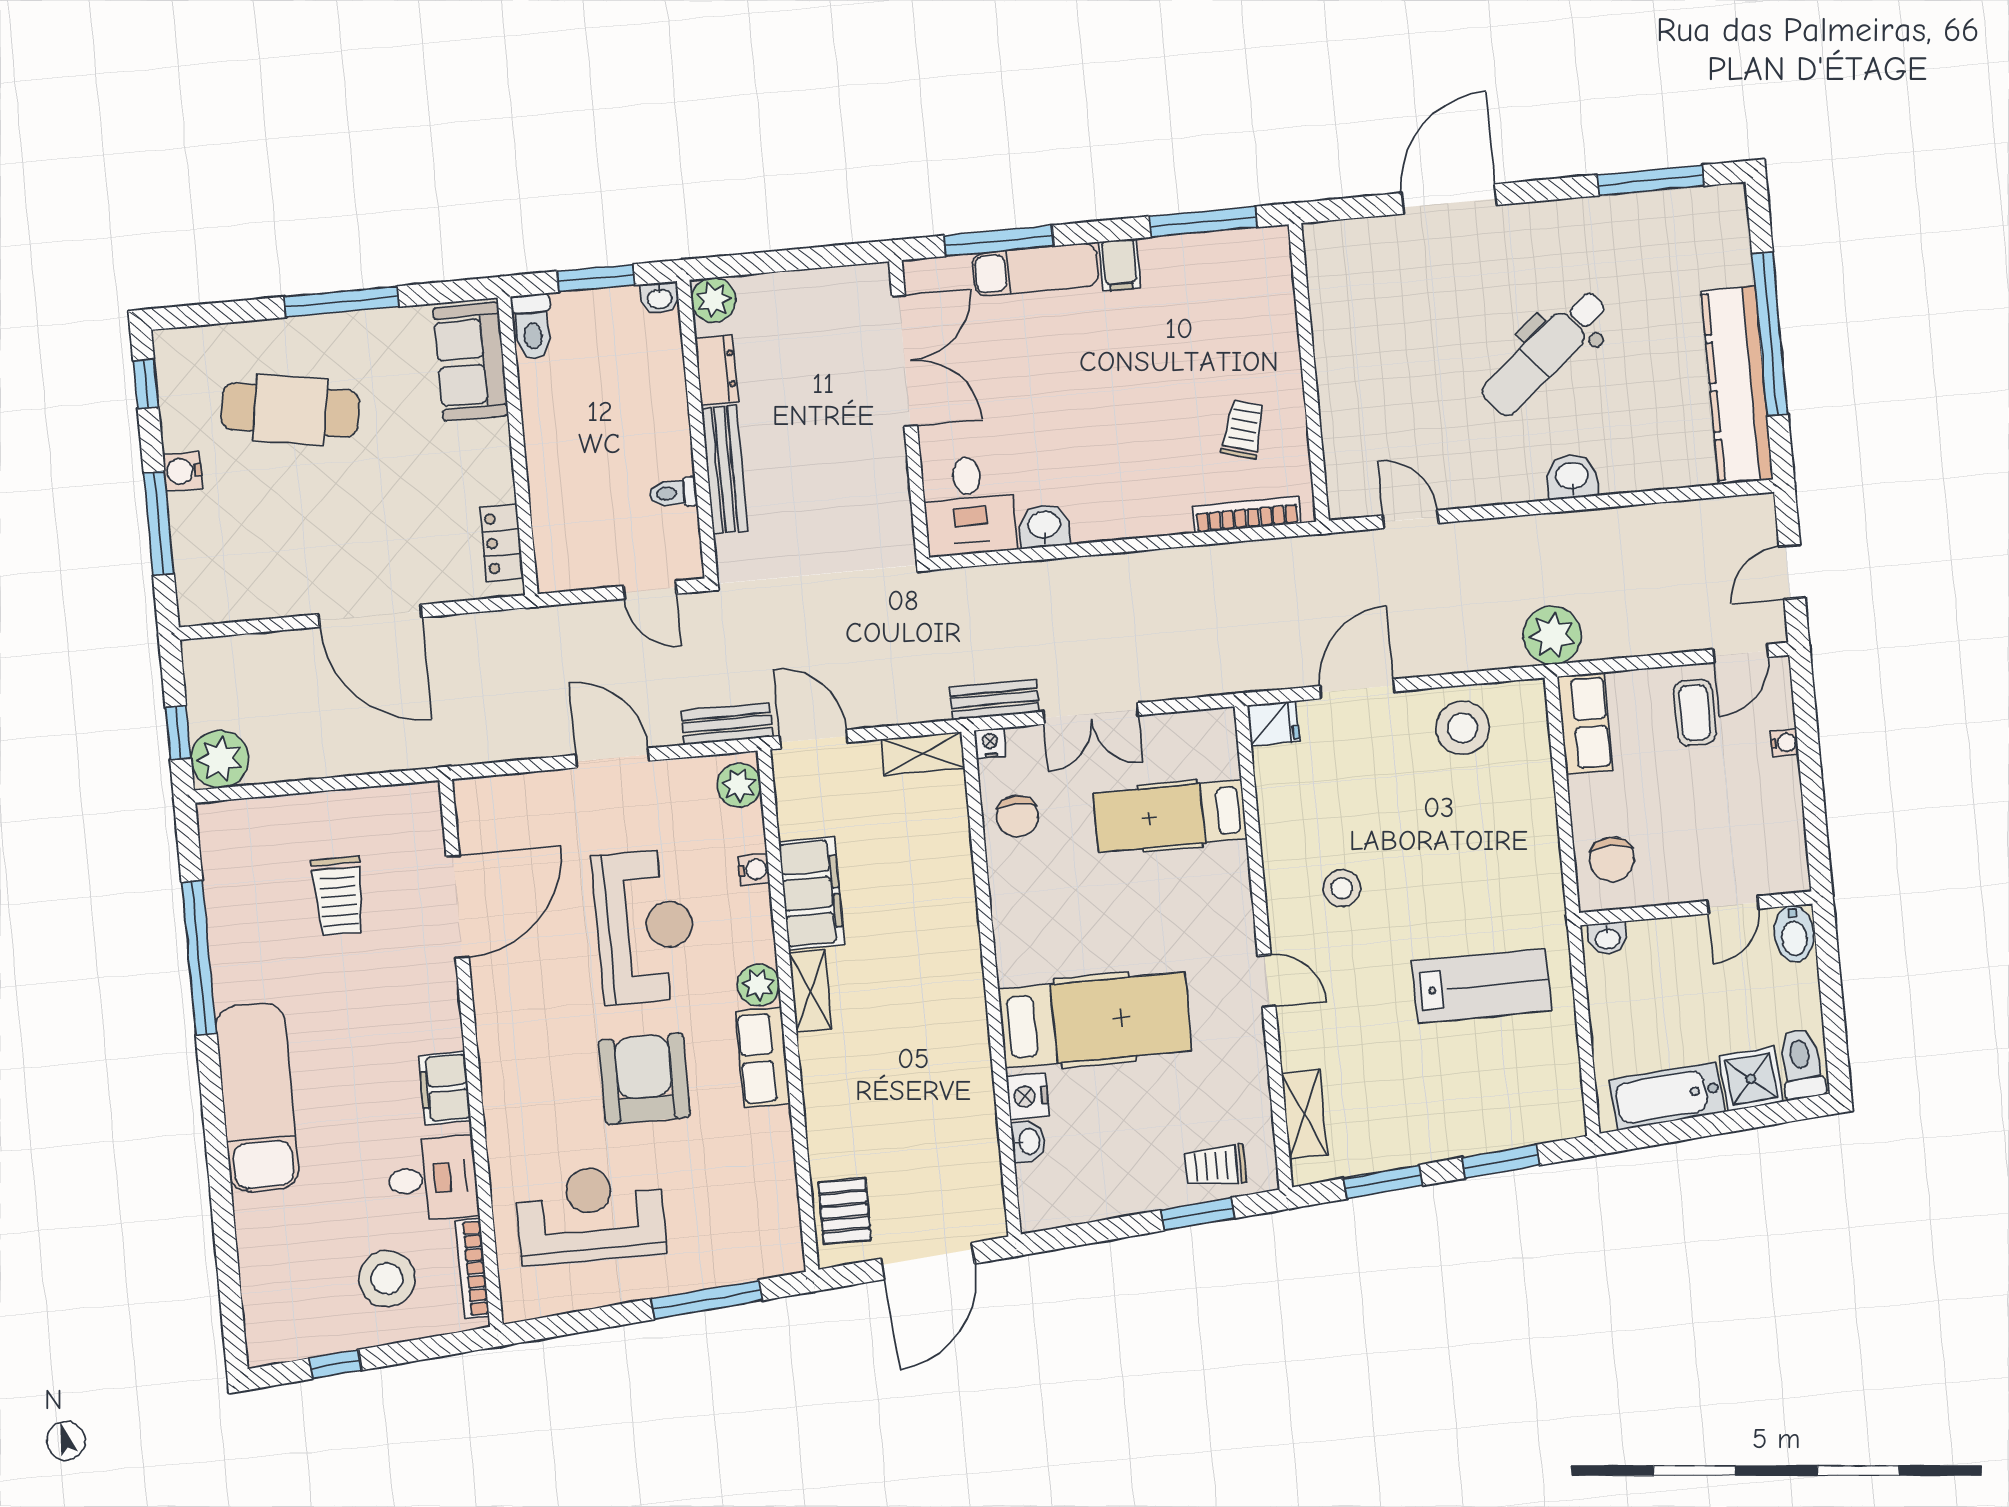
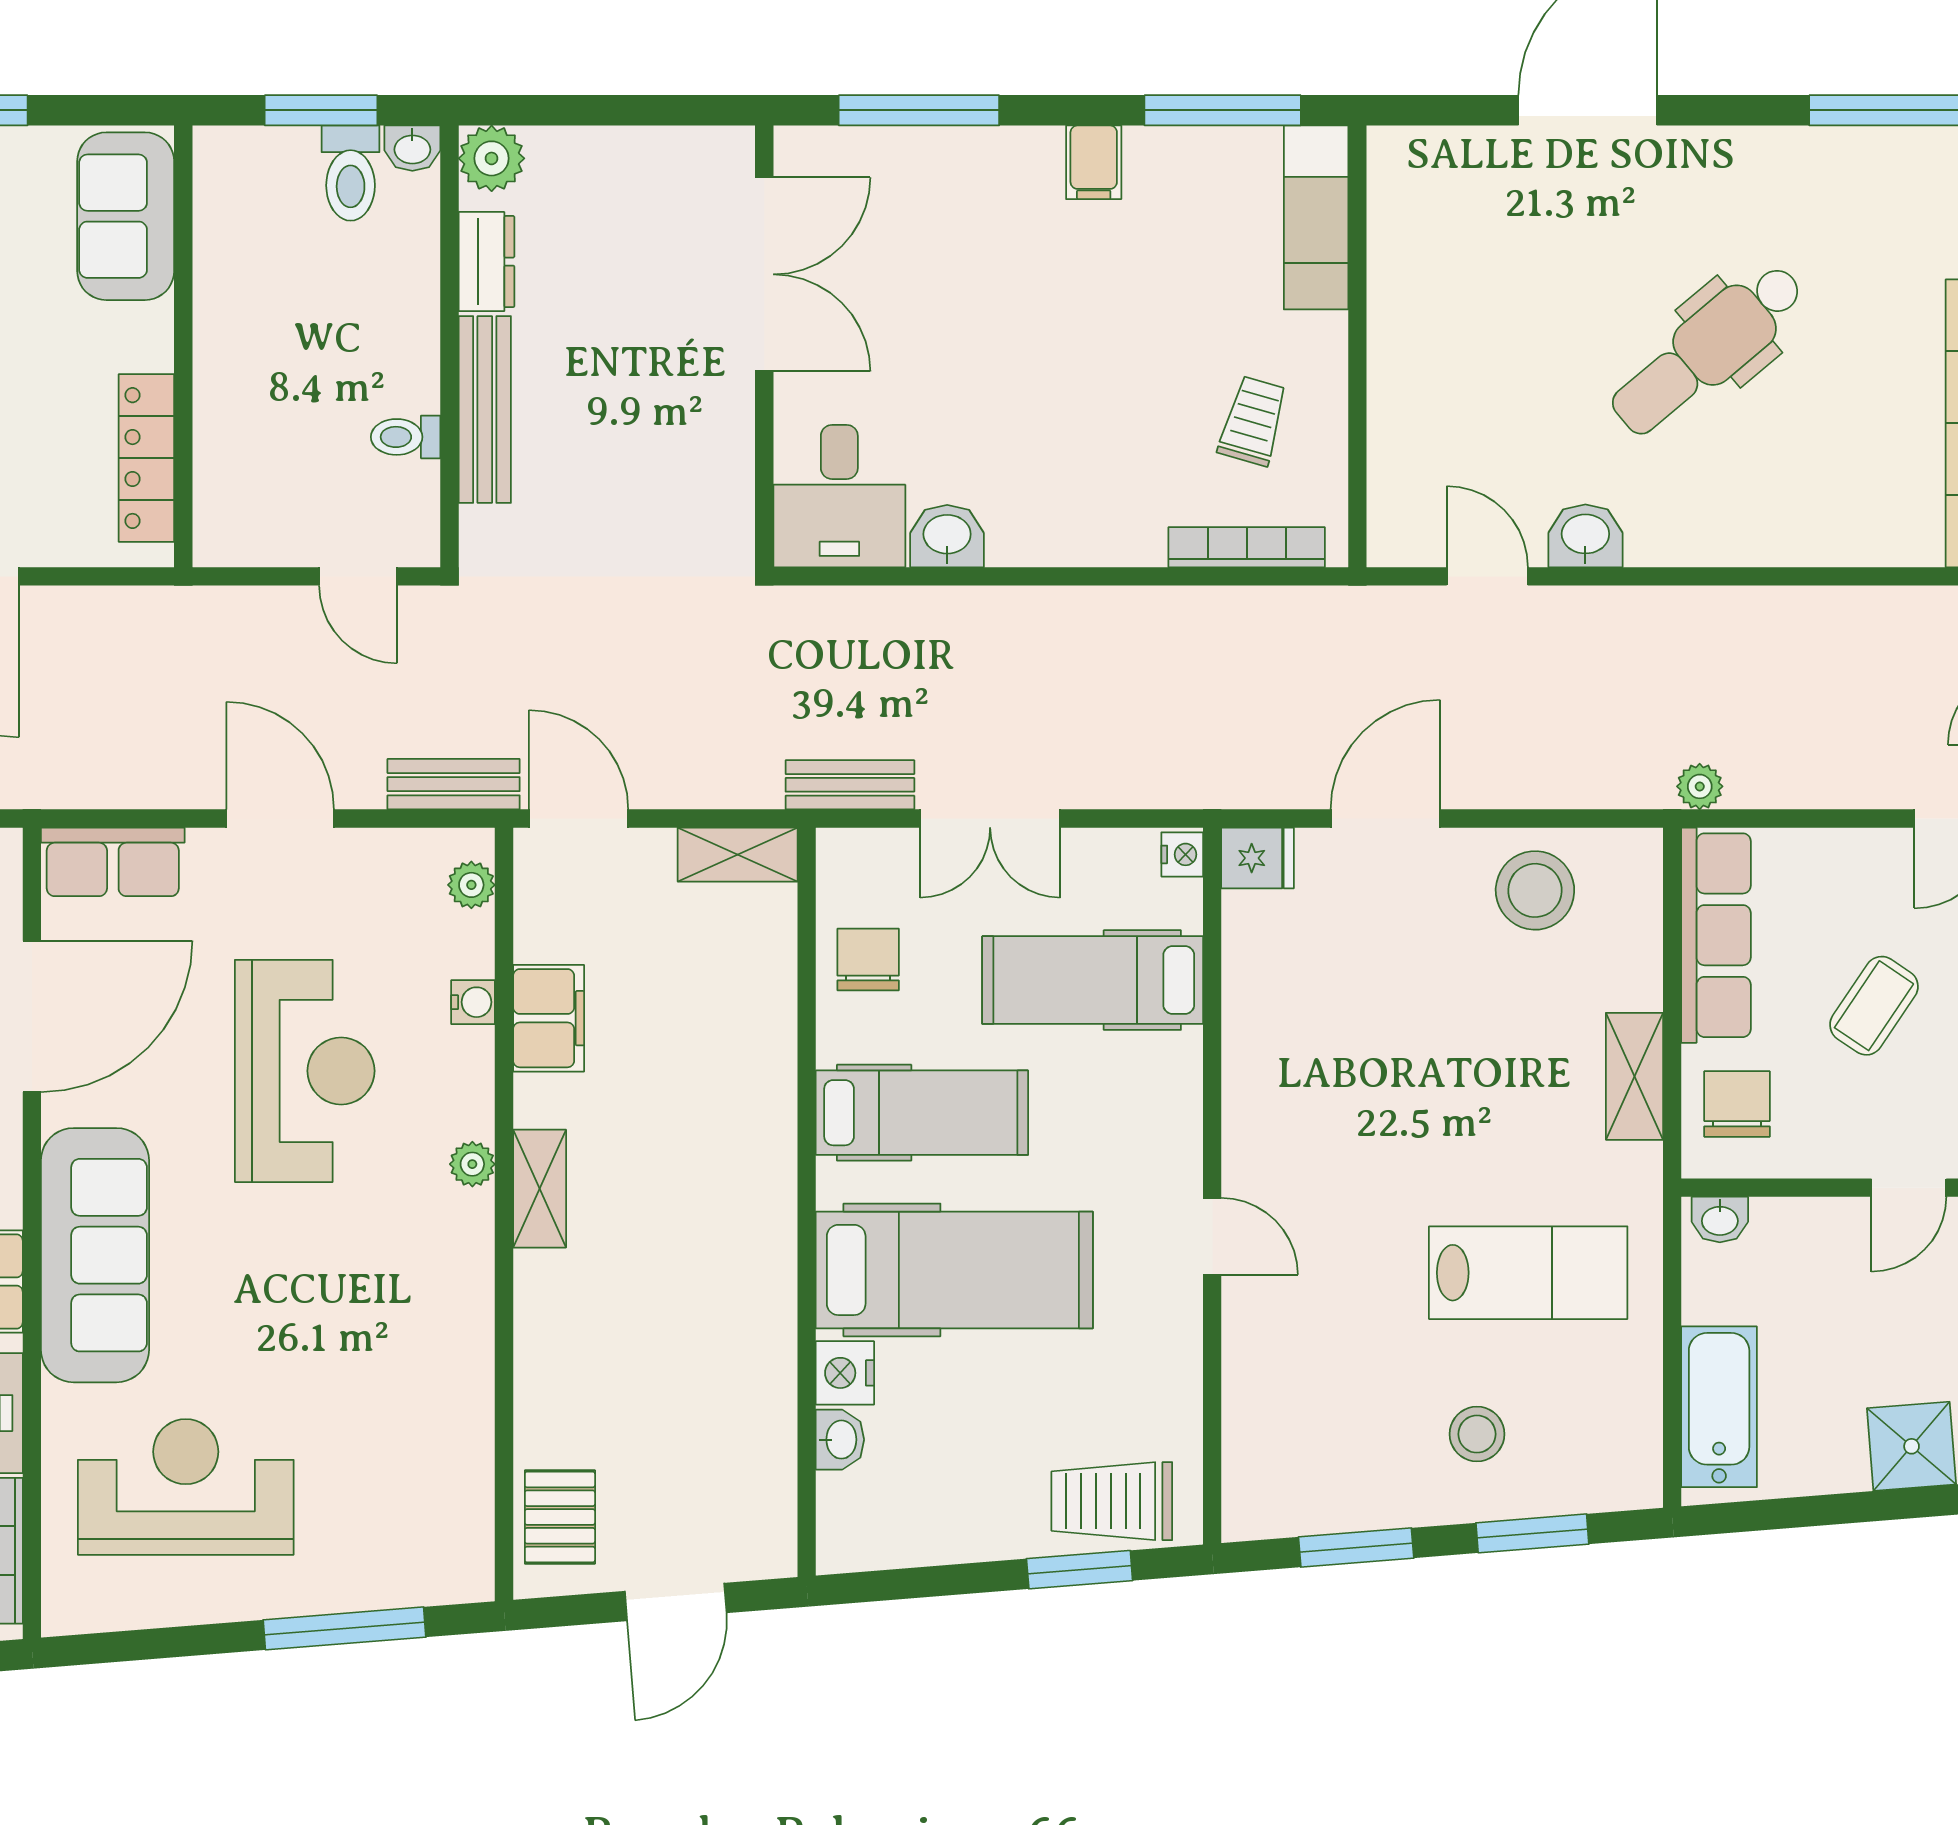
exam couch: (1035, 270) -> (1316, 217), moved, turned 90
toilet: (532, 327) -> (351, 173), moved
washbasin: (1572, 477) -> (1585, 536), moved
locker: (502, 543) -> (146, 458), width x1.53
plant: (1552, 635) -> (1700, 786), width x0.53, depth x0.53
coffee table: (1695, 712) -> (1874, 1006), moved, turned 34
row of seats: (1585, 723) -> (1716, 935), width x1.48
nightstand: (990, 743) -> (1182, 854), moved, turned 90
plant: (739, 785) -> (471, 885), width x0.73, depth x0.73
chair: (1017, 816) -> (868, 959), turned 180
chair: (1612, 859) -> (1737, 1104), turned 180
stool: (1342, 888) -> (1477, 1434), moved
filing cabinet: (811, 893) -> (549, 1018), width x0.67, depth x0.86
hospital bed: (1063, 916) -> (922, 1113), added
plant: (758, 985) -> (472, 1164), width x0.73, depth x0.73
row of seats: (763, 1058) -> (113, 862), moved, turned -90
sofa: (515, 1064) -> (95, 1255), added
armchair: (644, 1079) -> (283, 1295), removed
bathtub: (1667, 1096) -> (1719, 1407), moved, turned 95
shelving: (1304, 1114) -> (1634, 1076), moved
trolley: (1215, 1166) -> (1112, 1501), width x1.36, depth x1.39
door: (928, 1261) -> (676, 1602), width x0.73

